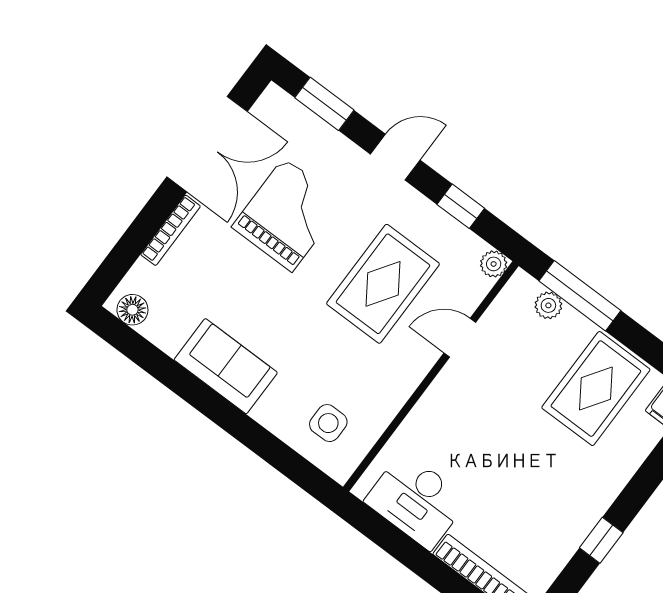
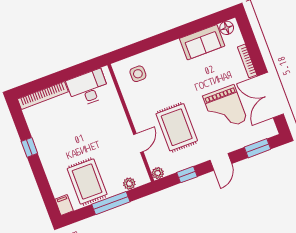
window: (580, 296) -> (111, 203), moved
sofa: (226, 366) -> (202, 42), moved

